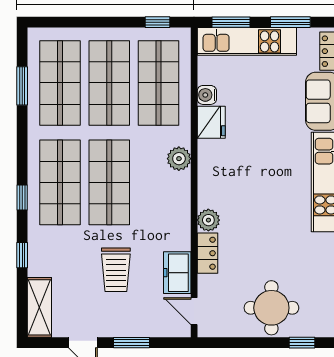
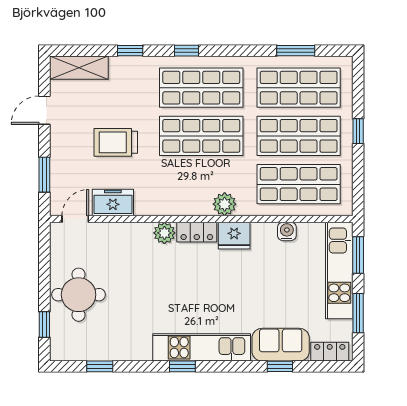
window: (157, 22) -> (358, 131), moved
fridge: (211, 122) -> (234, 236), moved
locker: (207, 253) -> (197, 232), moved
window: (132, 343) -> (44, 175), moved

